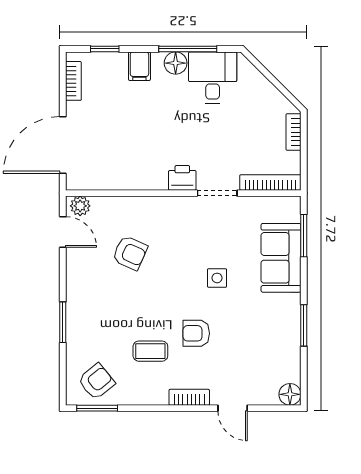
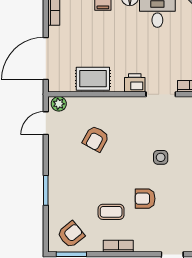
rug: (126, 172) -> (93, 79), added
door: (63, 232) -> (46, 123), swing flipped
armchair: (130, 253) -> (96, 139), turned 95
bookcase: (189, 397) -> (118, 246), moved

